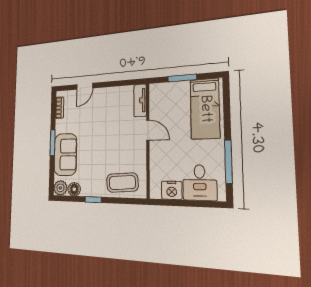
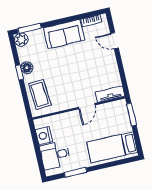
window: (182, 78) -> (131, 114), moved
window: (53, 143) -> (29, 28), moved
sofa: (65, 154) -> (64, 34), moved
window: (228, 162) -> (75, 172), width x0.69
floor lamp: (74, 189) -> (27, 68), moved

